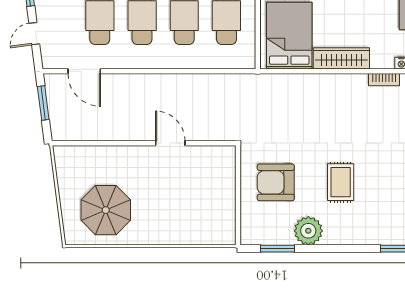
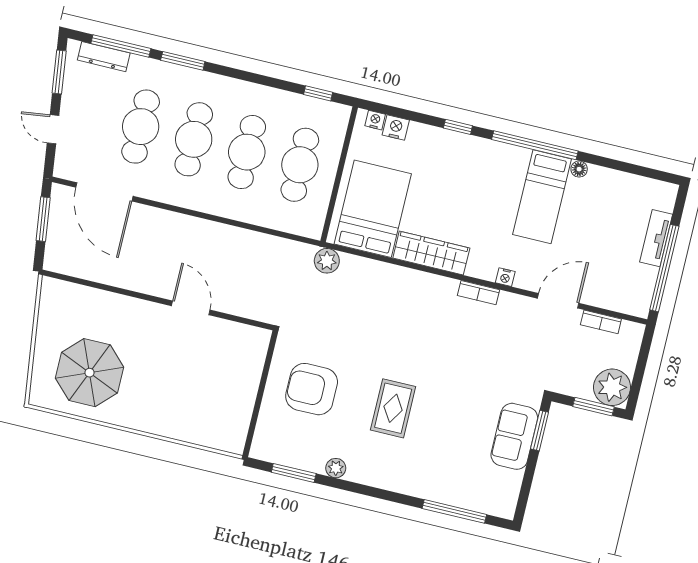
door: (34, 34) -> (53, 129), hinge flipped
door: (84, 71) -> (104, 192), width x1.36
plant: (264, 83) -> (327, 261), added
plant: (308, 231) -> (336, 468), width x0.53, depth x0.53

